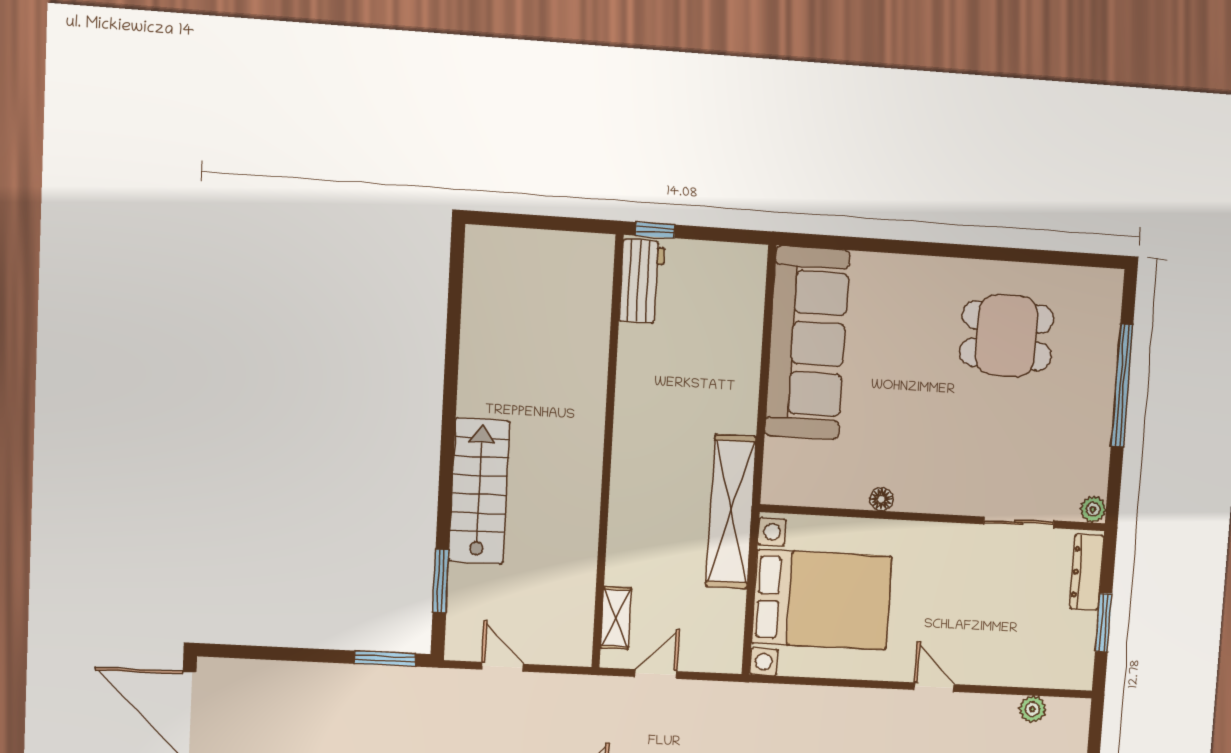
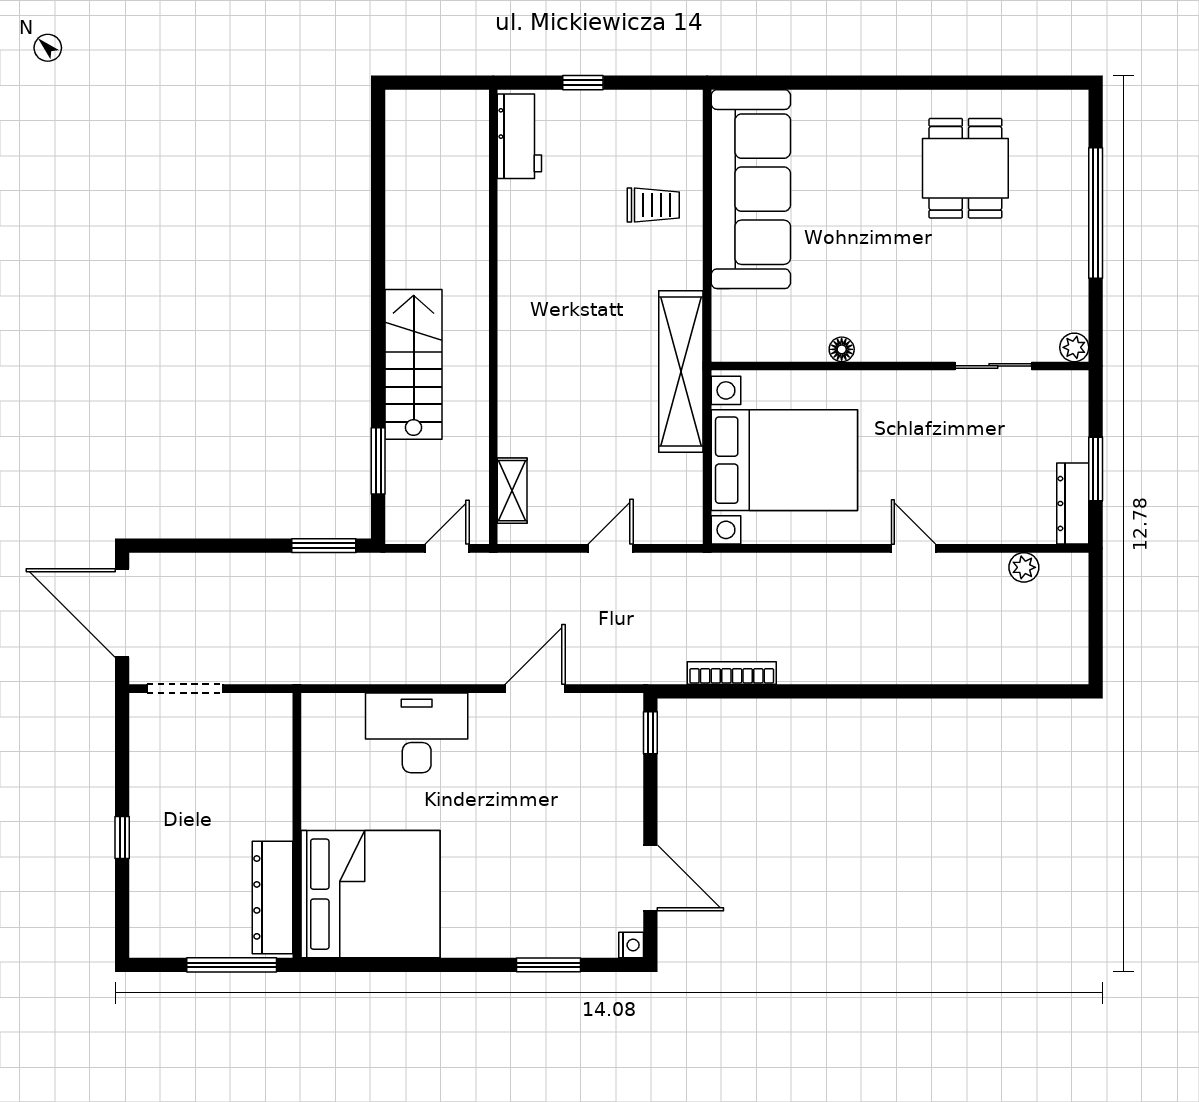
workbench: (642, 281) -> (519, 136), moved
dining table: (1007, 336) -> (965, 168), turned 90
trolley: (715, 352) -> (653, 205), added
wall: (607, 453) -> (493, 317), moved
dresser: (1087, 572) -> (1073, 504), moved
shelving: (616, 618) -> (512, 491), moved
door: (502, 667) -> (447, 548), hinge flipped

